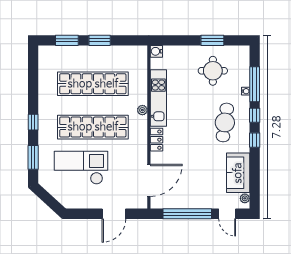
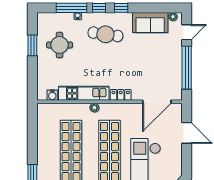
window: (100, 40) -> (32, 146), removed
water cooler: (156, 51) -> (52, 95), moved
door: (149, 180) -> (157, 102), swing flipped

